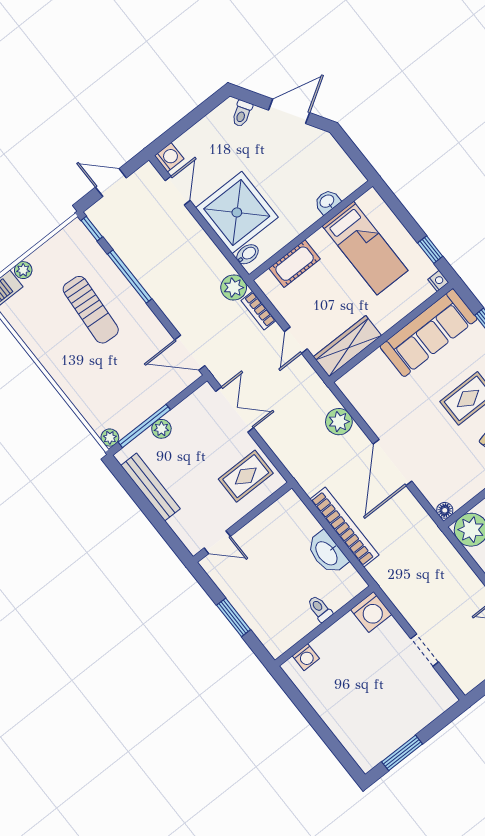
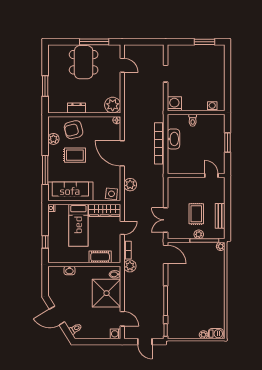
door: (178, 191) -> (122, 319), swing flipped
bed: (365, 248) -> (78, 225), moved, turned 180
window: (430, 250) -> (45, 242), moved
sun lounger: (91, 310) -> (190, 300), removed
side table: (358, 382) -> (111, 194), added
door: (393, 463) -> (122, 153), swing flipped
rug: (246, 476) -> (196, 214), moved, turned 90
bench: (151, 487) -> (220, 216), width x0.73

